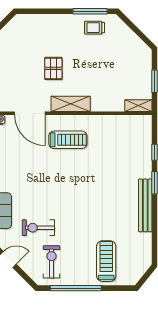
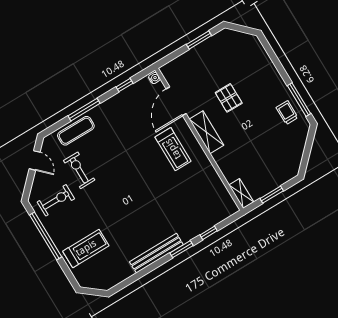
pallet: (53, 68) -> (229, 98), turned 90

